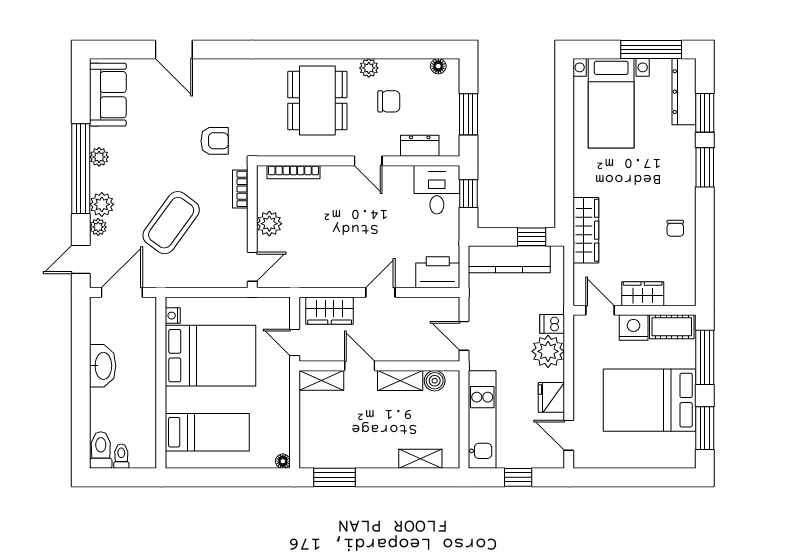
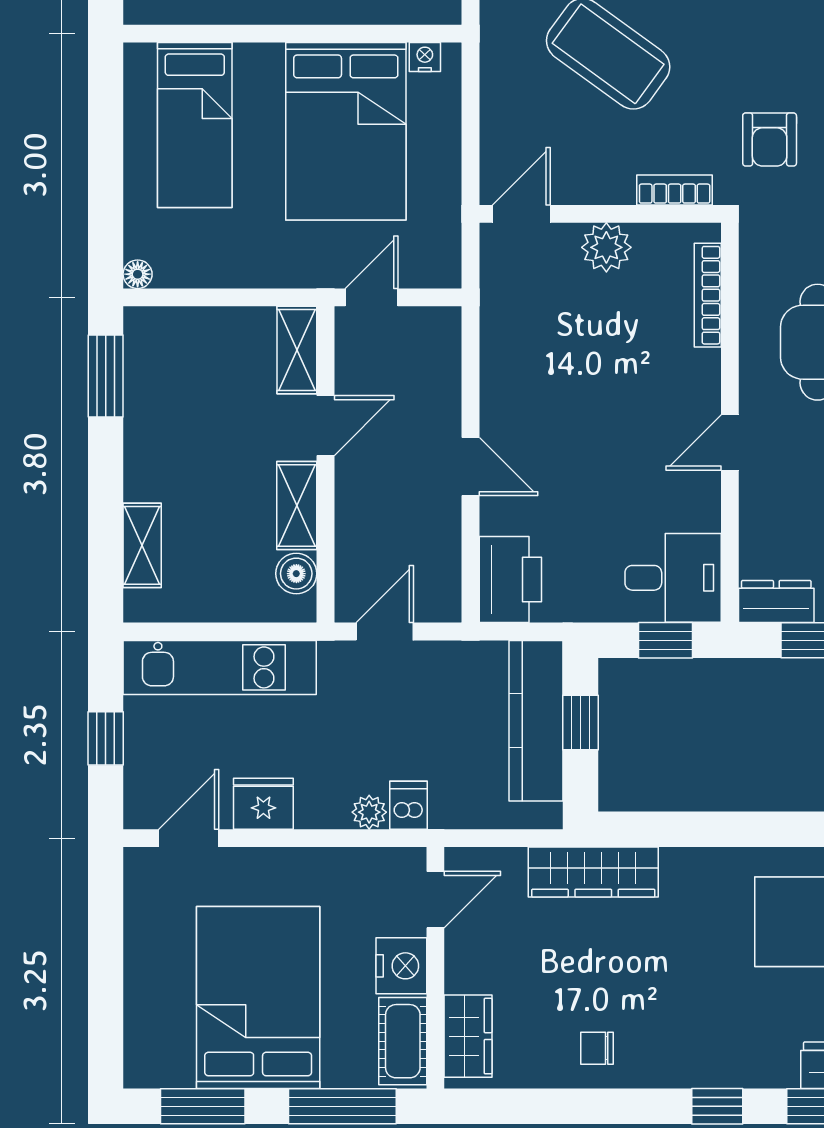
dresser: (420, 146) -> (776, 602), moved, turned -90
window: (705, 167) -> (717, 1106), width x0.67
window: (532, 237) -> (580, 722), moved
door: (252, 267) -> (521, 214), swing flipped
wardrobe: (643, 294) -> (468, 1036), moved
wardrobe: (330, 311) -> (435, 366), removed
plant: (548, 351) -> (369, 812), width x0.53, depth x0.53

